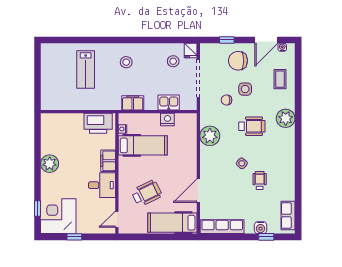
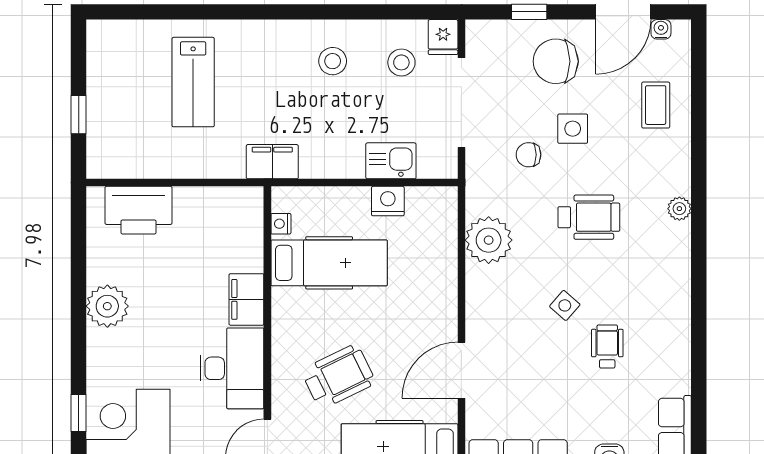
stool: (126, 62) -> (333, 61), moved
window: (37, 83) -> (79, 115), added
filing cabinet: (133, 103) -> (272, 162), moved
plant: (286, 118) -> (679, 209), width x0.53, depth x0.53
printer: (98, 123) -> (138, 210), moved
desk: (102, 185) -> (232, 368), width x1.37

